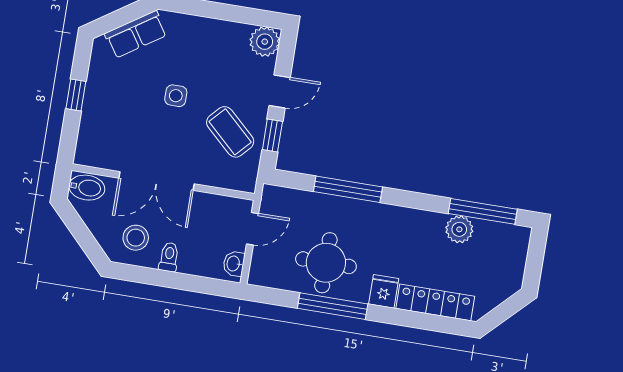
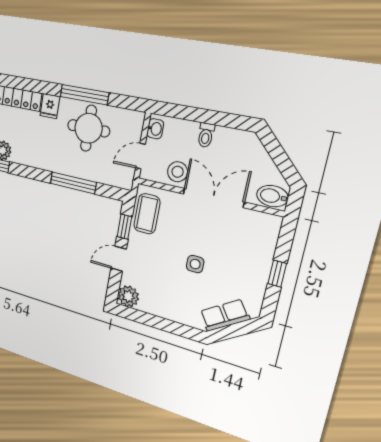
coffee table: (230, 132) -> (147, 214), moved, turned 47
stool: (136, 238) -> (178, 172), moved

